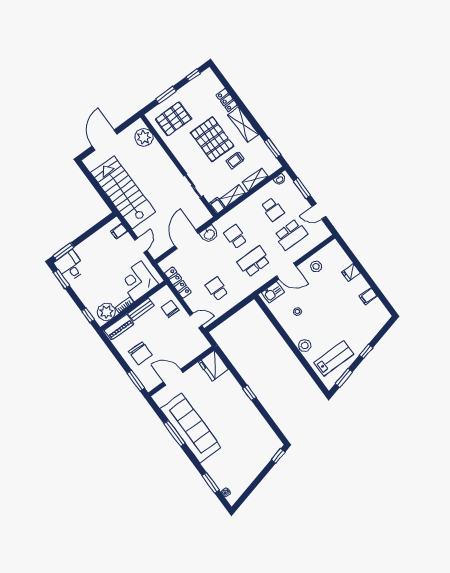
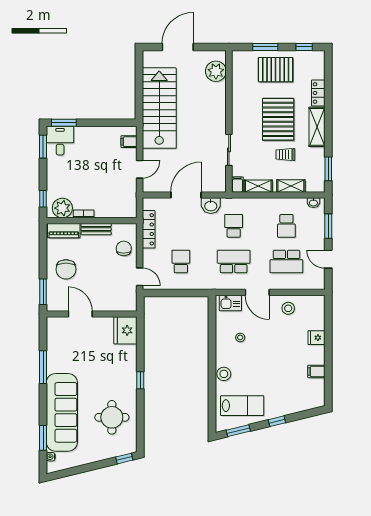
pallet: (173, 119) -> (276, 70), moved
corner desk: (138, 281) -> (112, 201), removed
sofa: (191, 428) -> (62, 412), moved
round table: (248, 433) -> (112, 417), added

